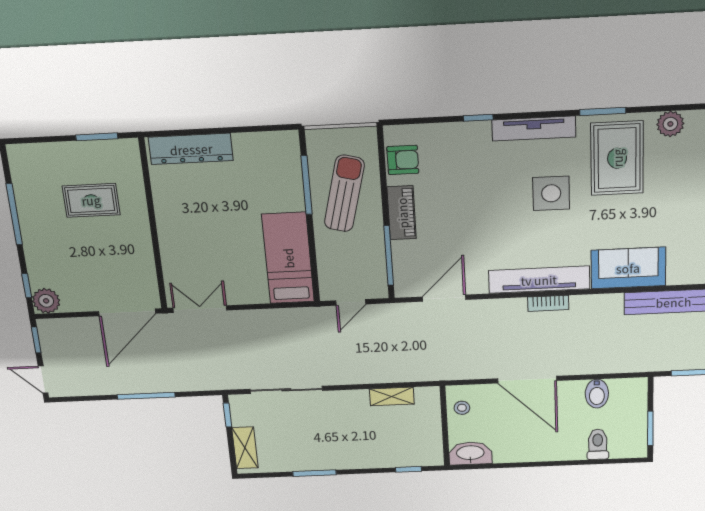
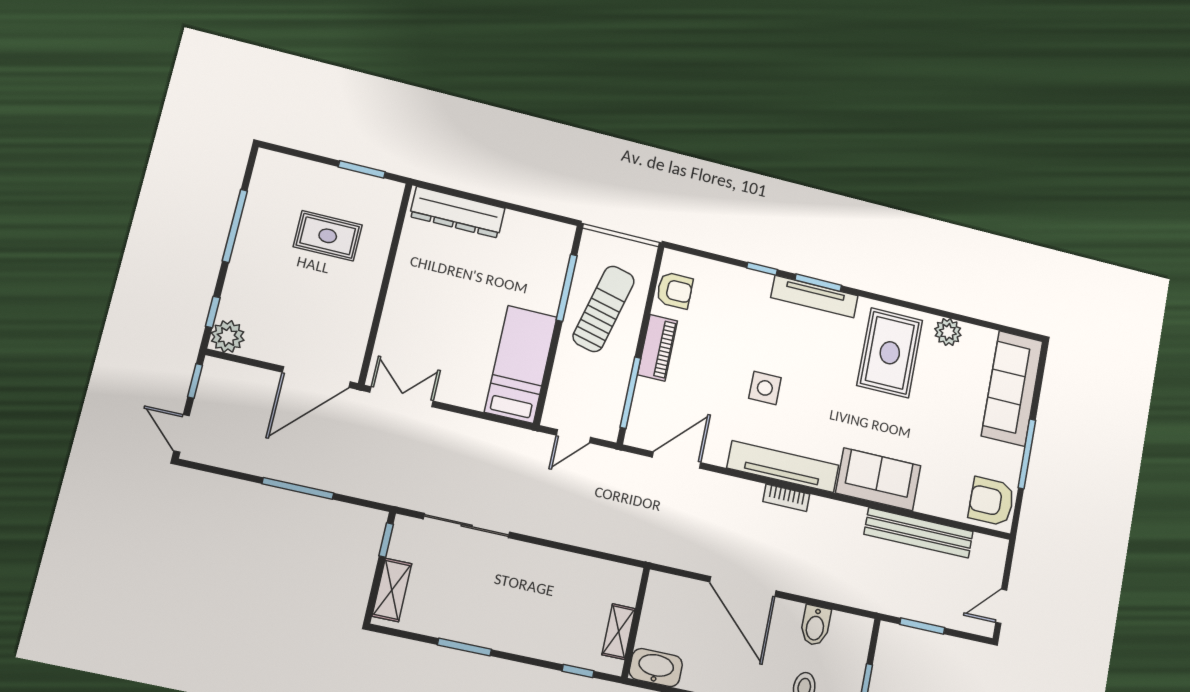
window: (603, 111) -> (818, 283), moved
side table: (551, 193) -> (765, 388), moved, width x0.73, depth x0.73
shelving: (392, 396) -> (619, 632), moved, turned 90
stool: (462, 408) -> (661, 604), removed

